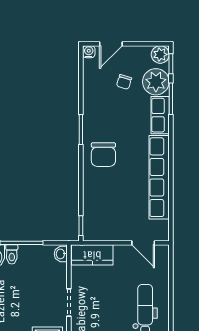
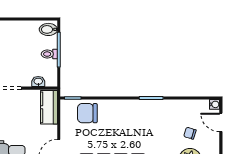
chair: (103, 155) -> (87, 113), moved
toilet: (12, 254) -> (49, 54), moved
washbasin: (61, 254) -> (38, 82), moved

